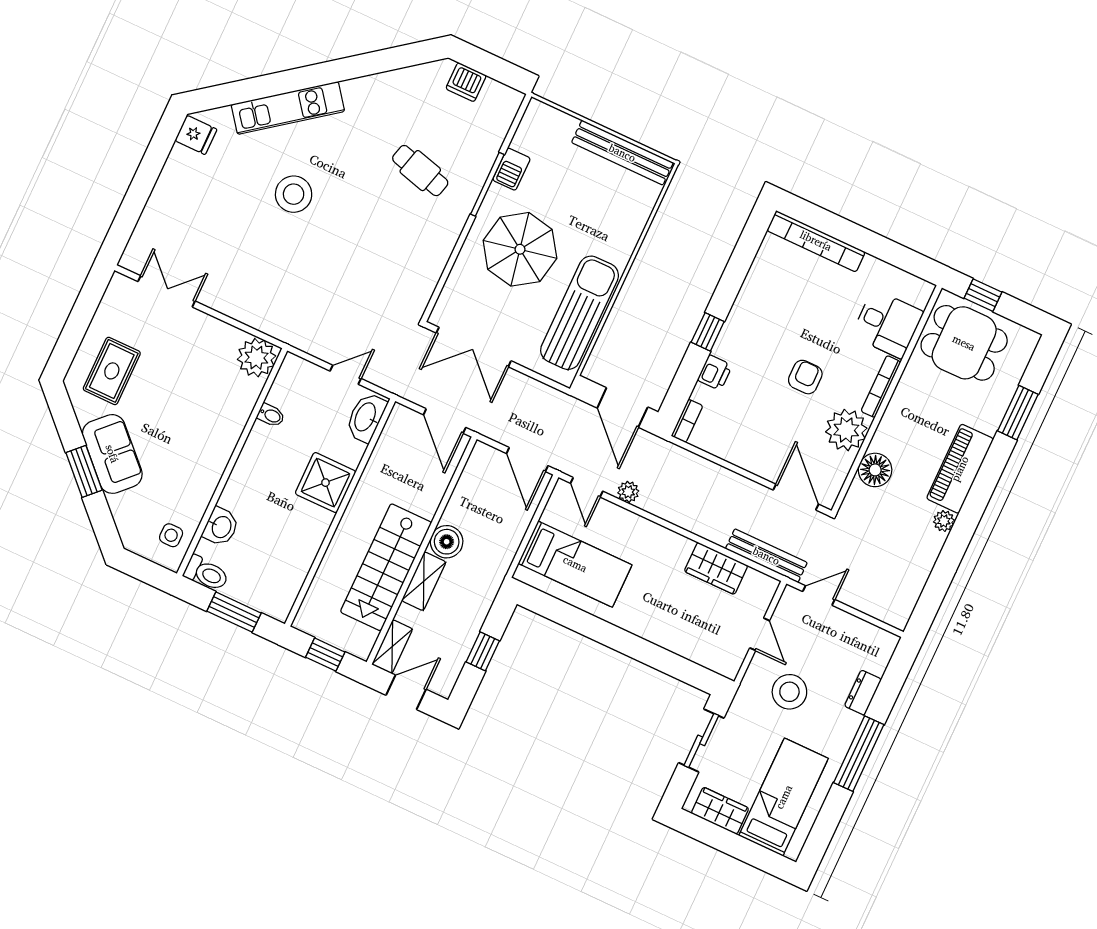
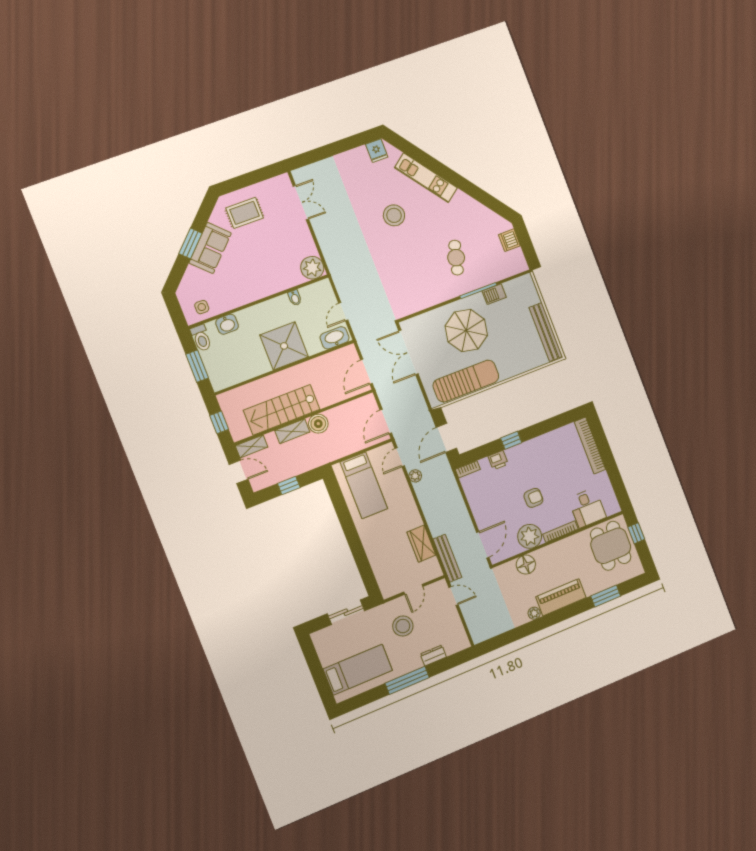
door: (345, 375) -> (343, 312), swing flipped
shower: (325, 483) -> (284, 346), width x1.37, depth x1.37
wardrobe: (720, 811) -> (325, 650), removed

